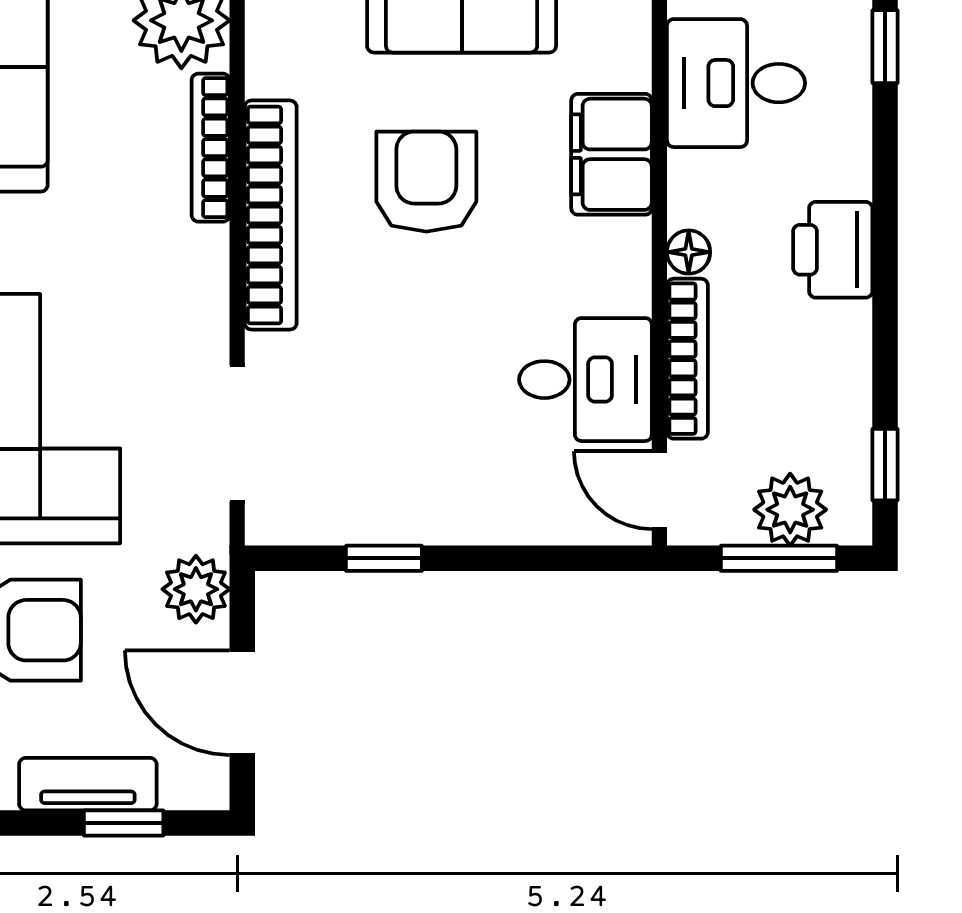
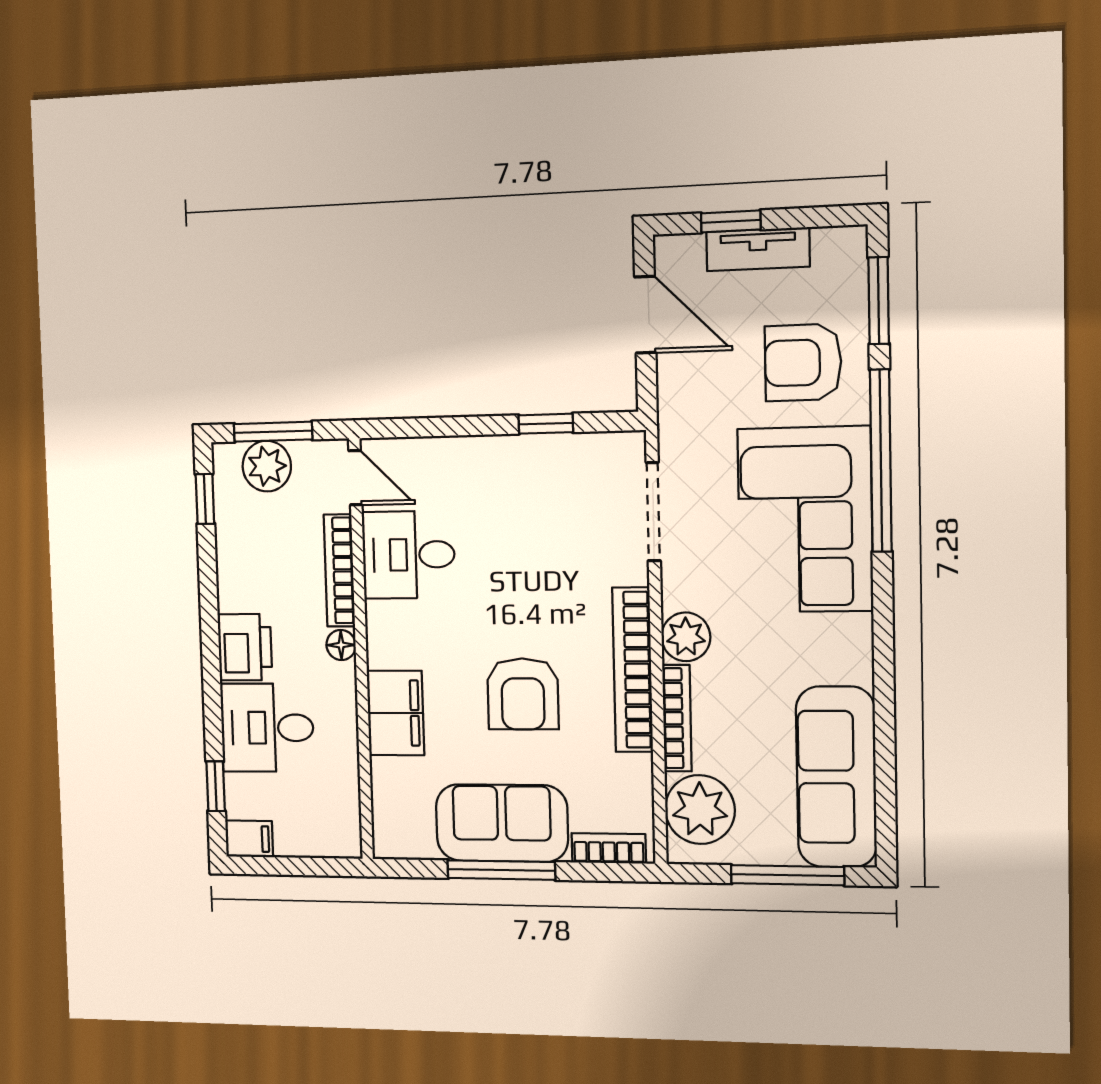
desk: (736, 83) -> (267, 728), moved, turned 180
plant: (196, 589) -> (686, 637), moved

